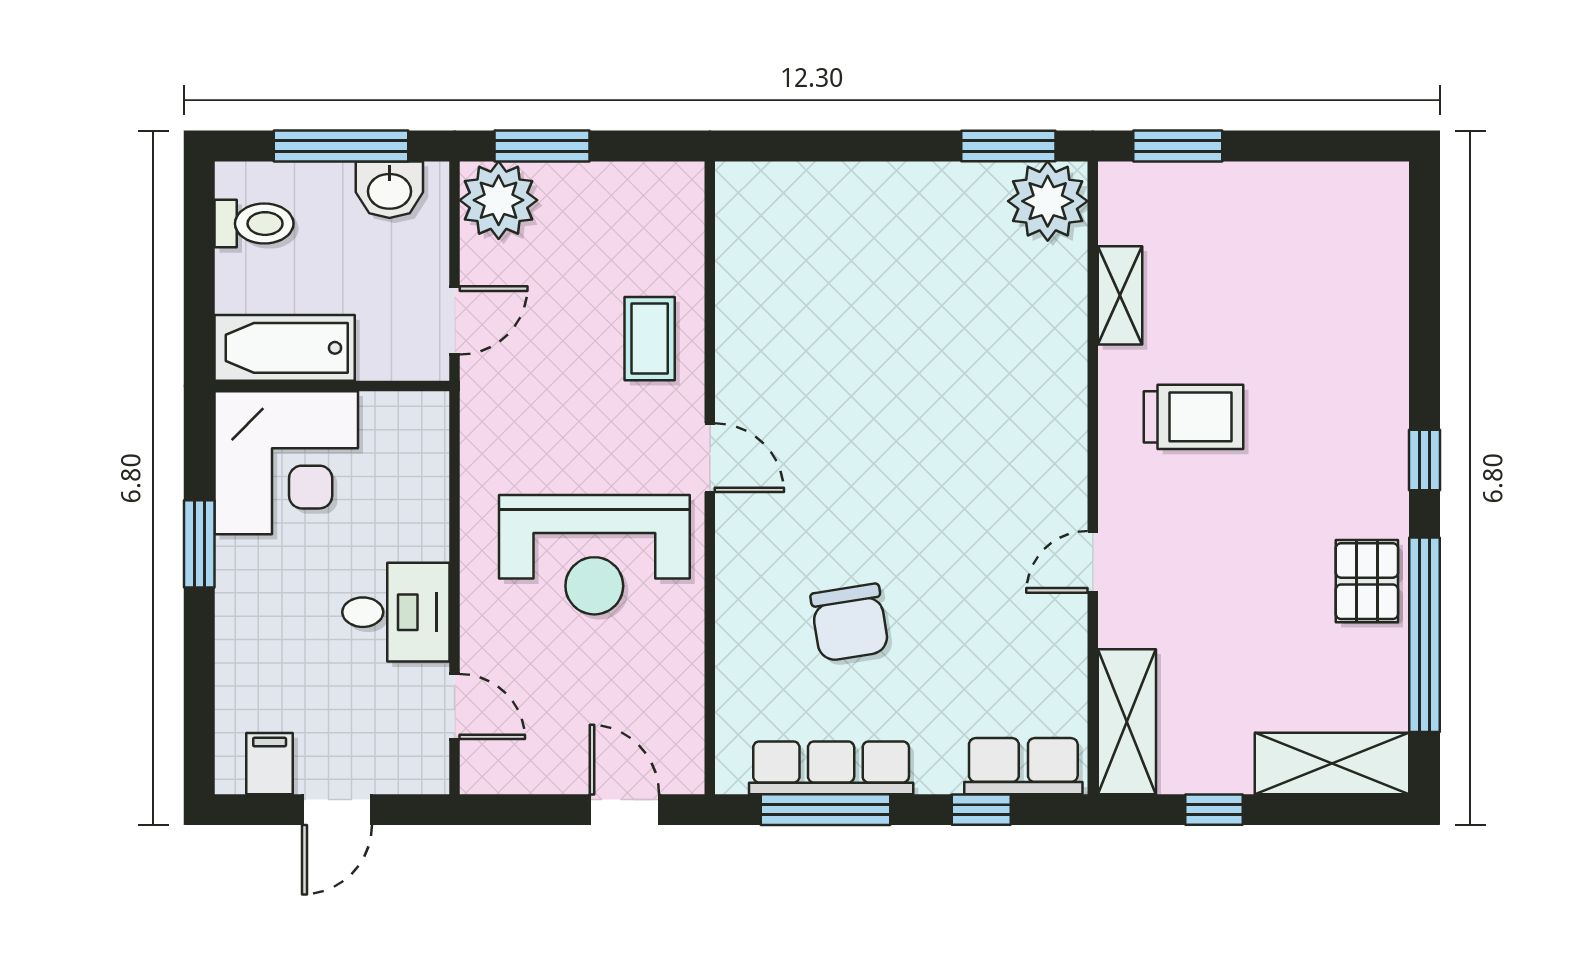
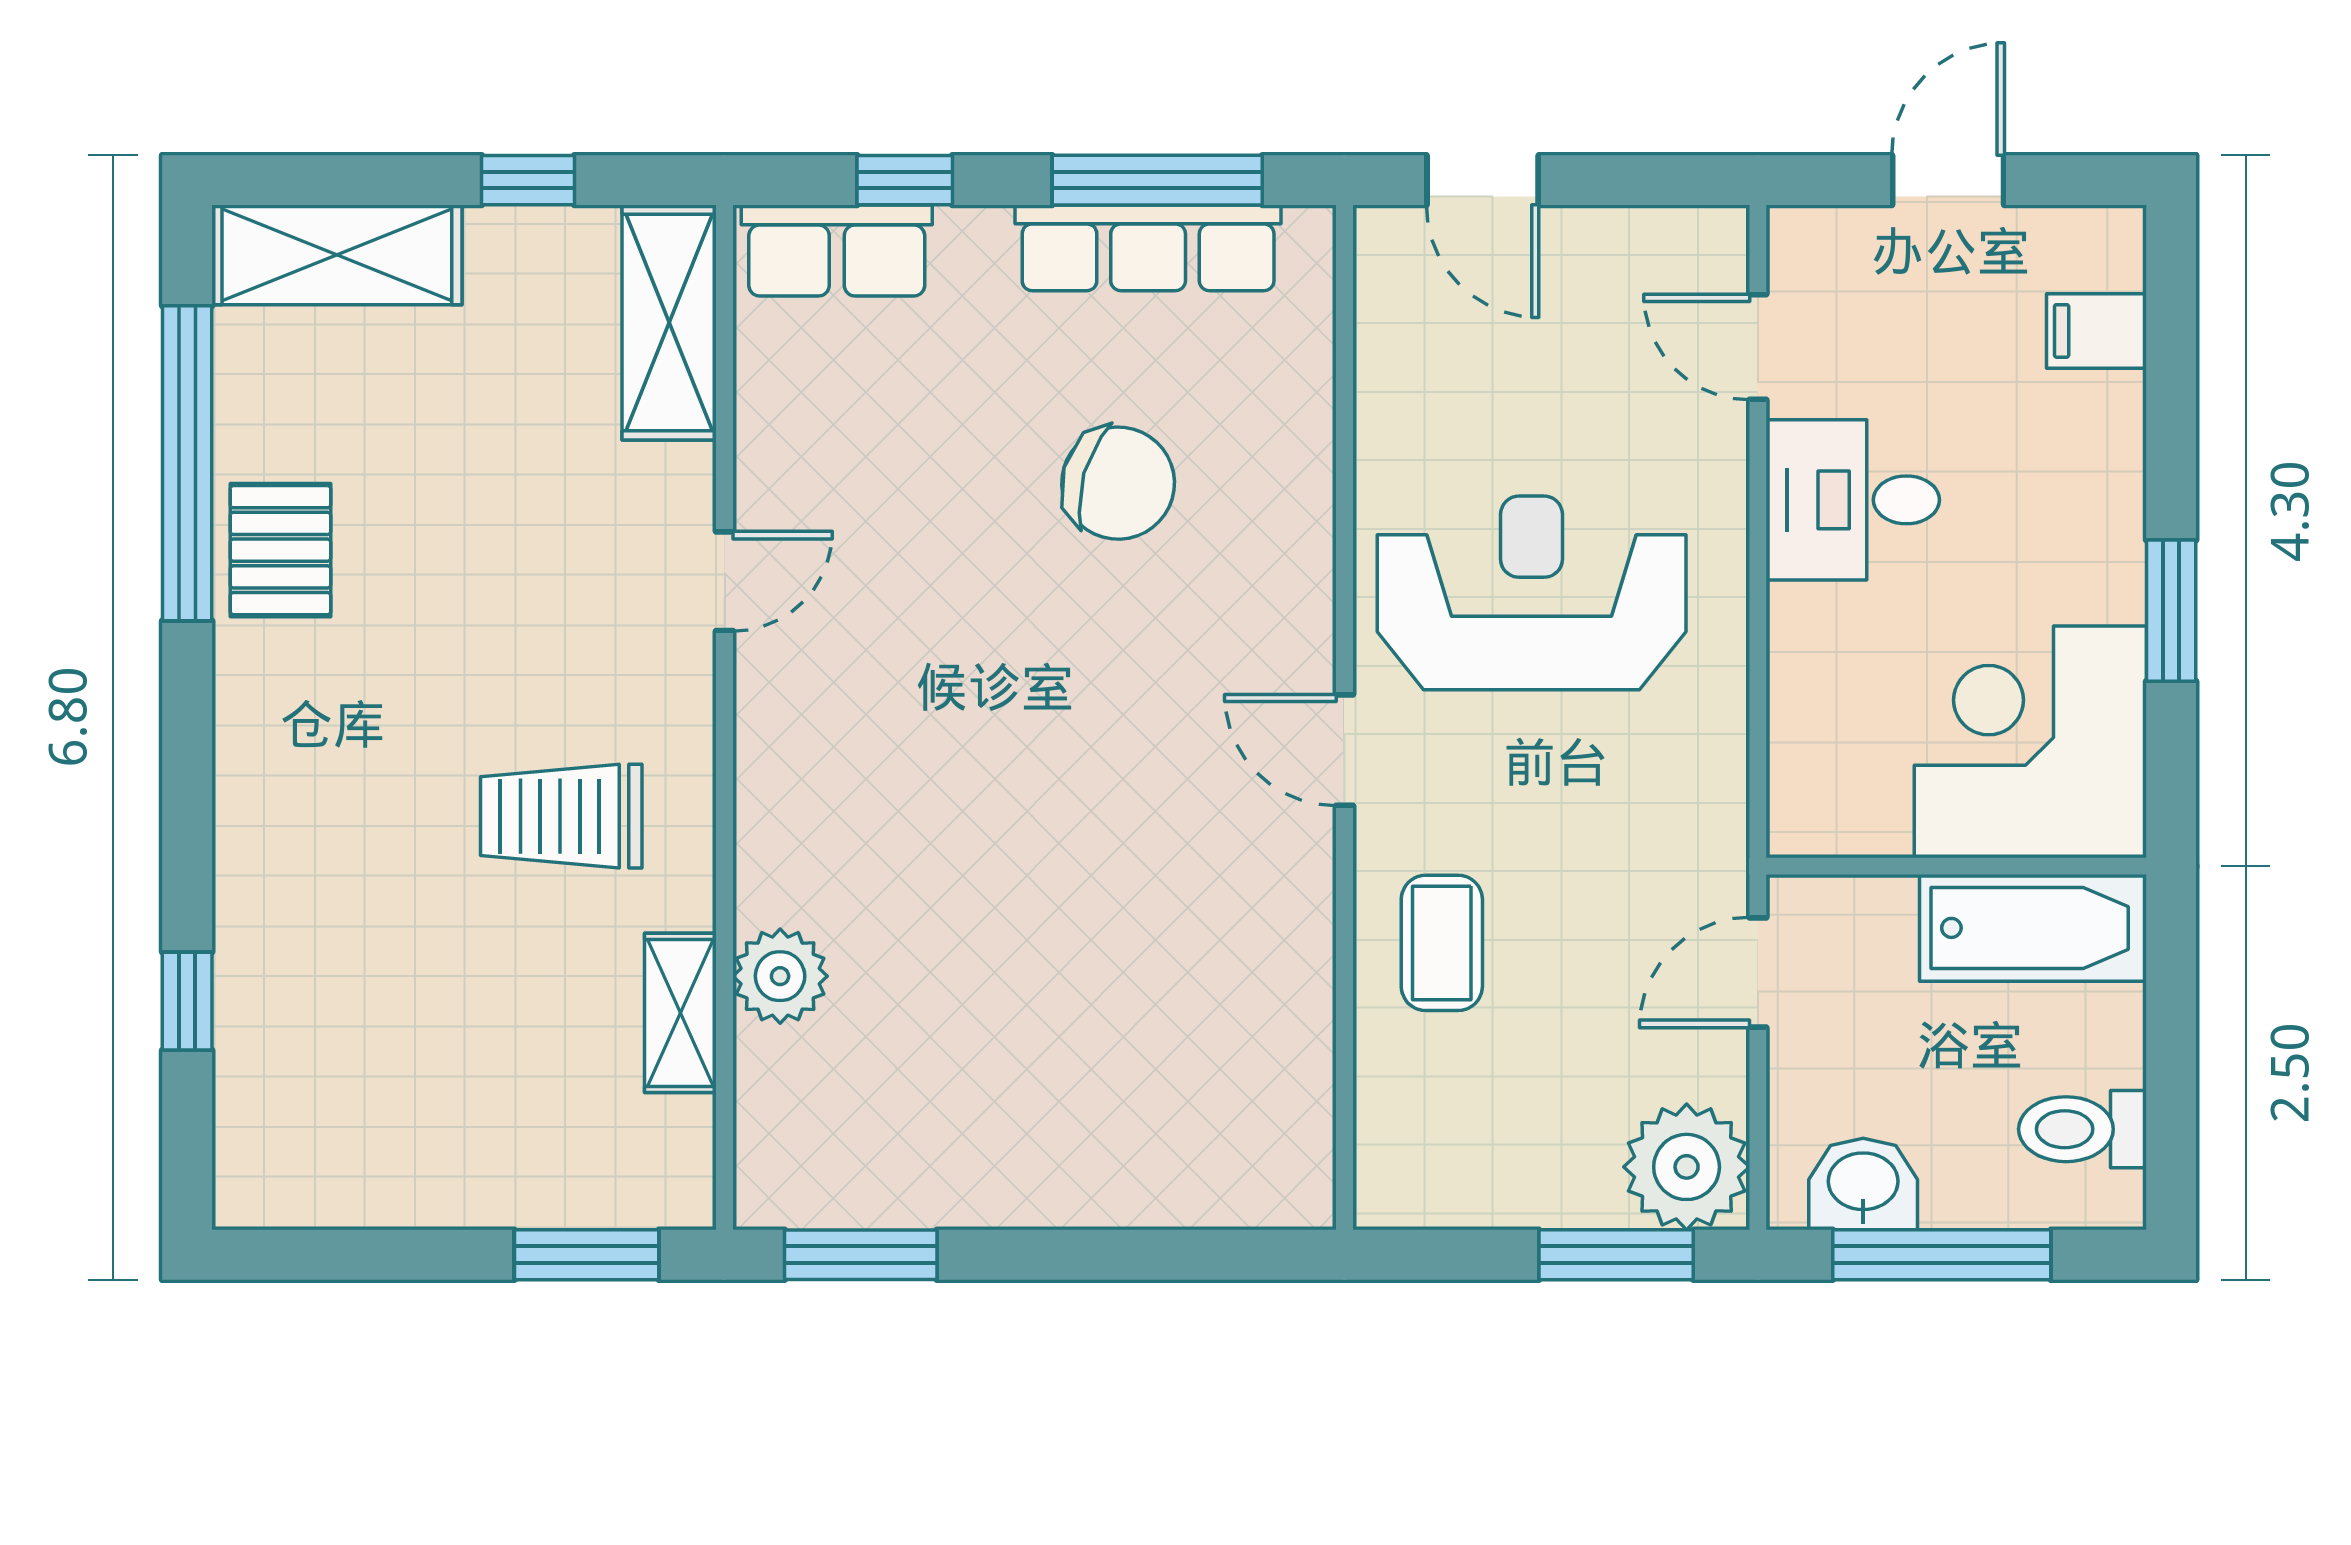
plant: (1048, 201) -> (780, 976), moved, width x0.73, depth x0.73
window: (1424, 460) -> (187, 1001), moved
chair: (850, 623) -> (1118, 483), turned 115
filing cabinet: (270, 764) -> (2097, 331), moved, turned 90

